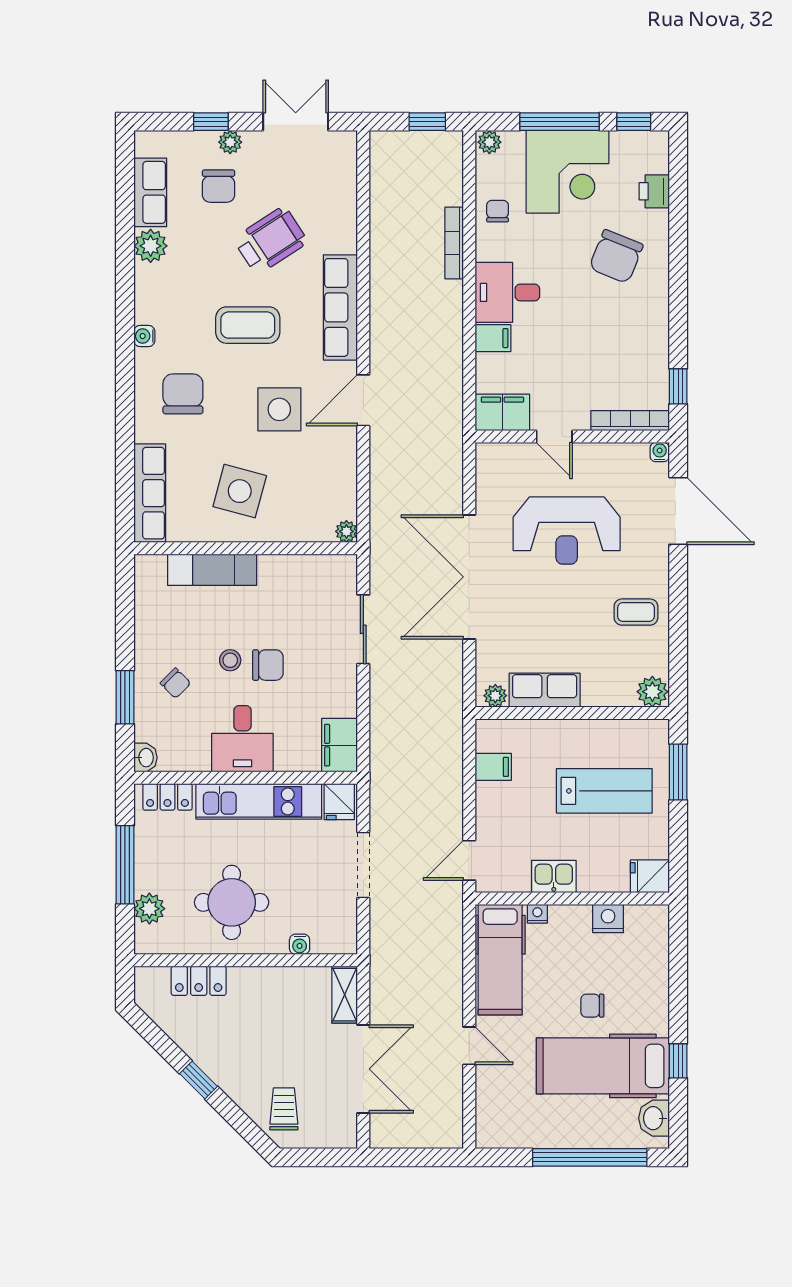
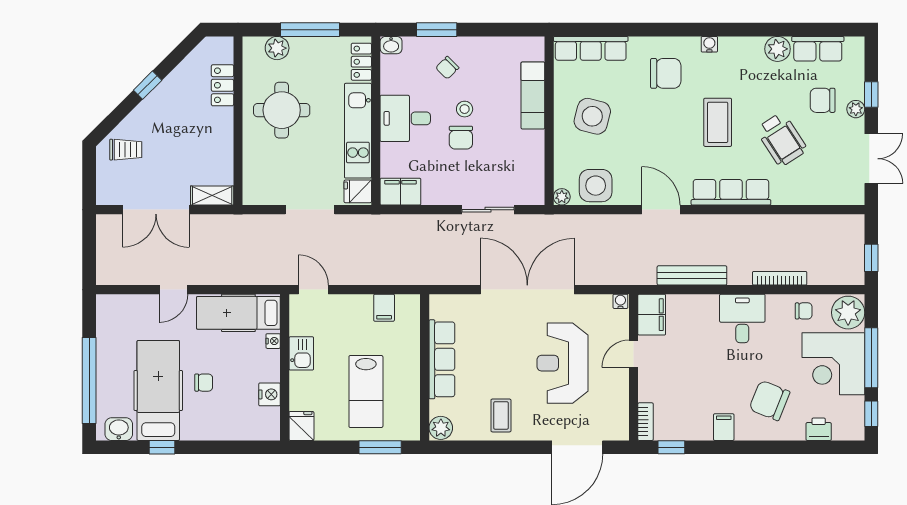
plant: (489, 142) -> (848, 313), width x1.88, depth x1.88
filing cabinet: (493, 338) -> (724, 427), moved, turned 180
bench: (450, 359) -> (692, 275), added
side table: (279, 409) -> (596, 186), moved
bookcase: (630, 421) -> (646, 422), width x0.64
water cooler: (660, 452) -> (620, 301), moved, turned -90
row of seats: (545, 690) -> (442, 359), width x1.48
plant: (495, 696) -> (438, 309), removed
water cooler: (300, 944) -> (250, 161), removed
chair: (592, 1006) -> (204, 383), turned 90

